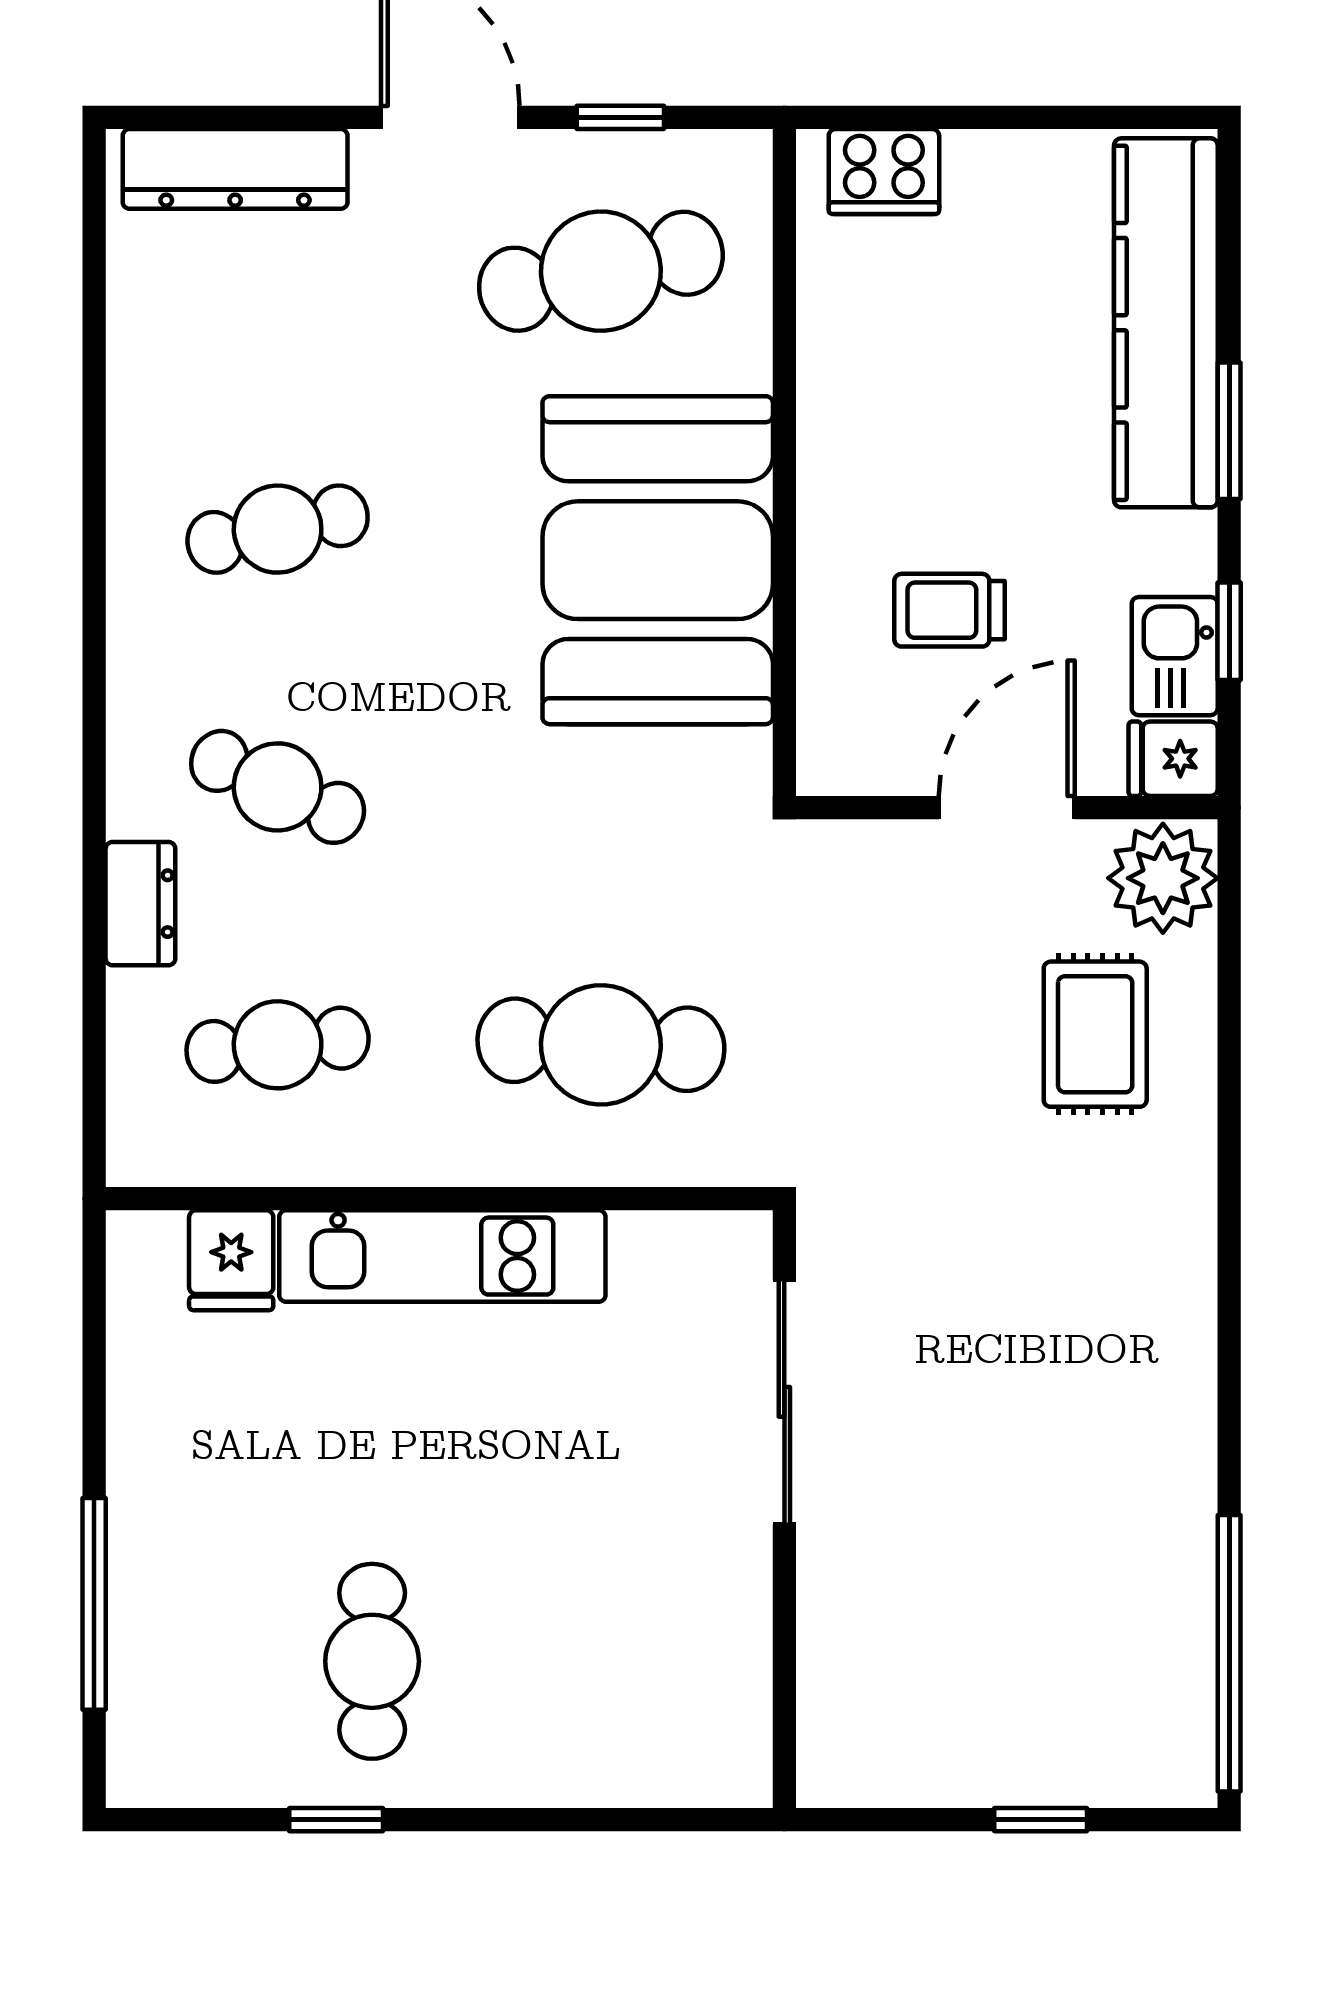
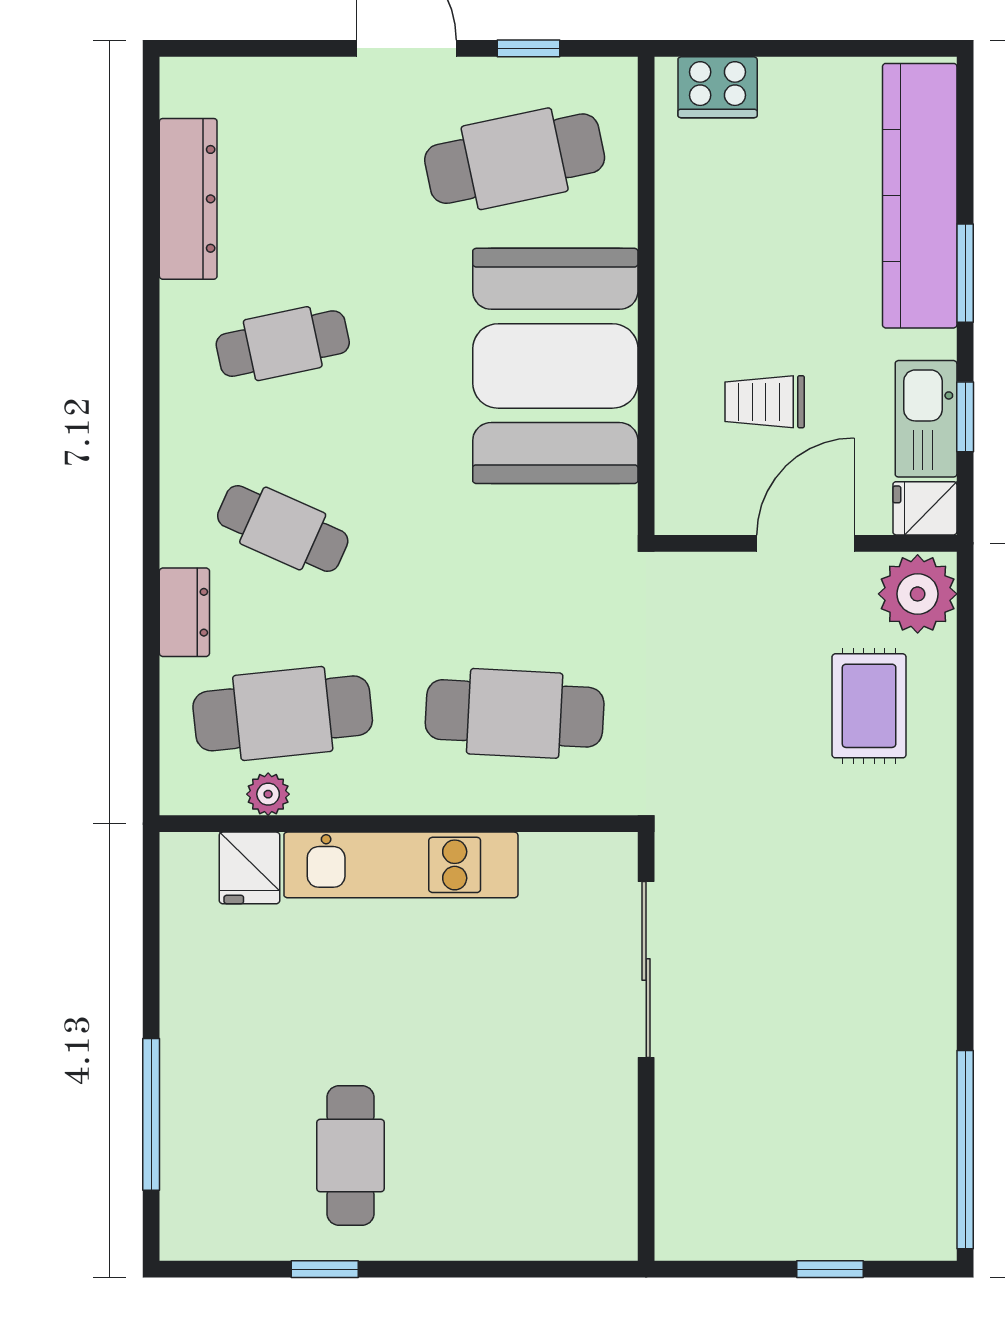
dresser: (235, 169) -> (188, 199), moved, turned -90
kitchen sink: (1175, 656) -> (926, 419), width x1.38
cafe table: (278, 1045) -> (283, 713), width x1.37, depth x1.35
plant: (257, 1157) -> (268, 794), added

